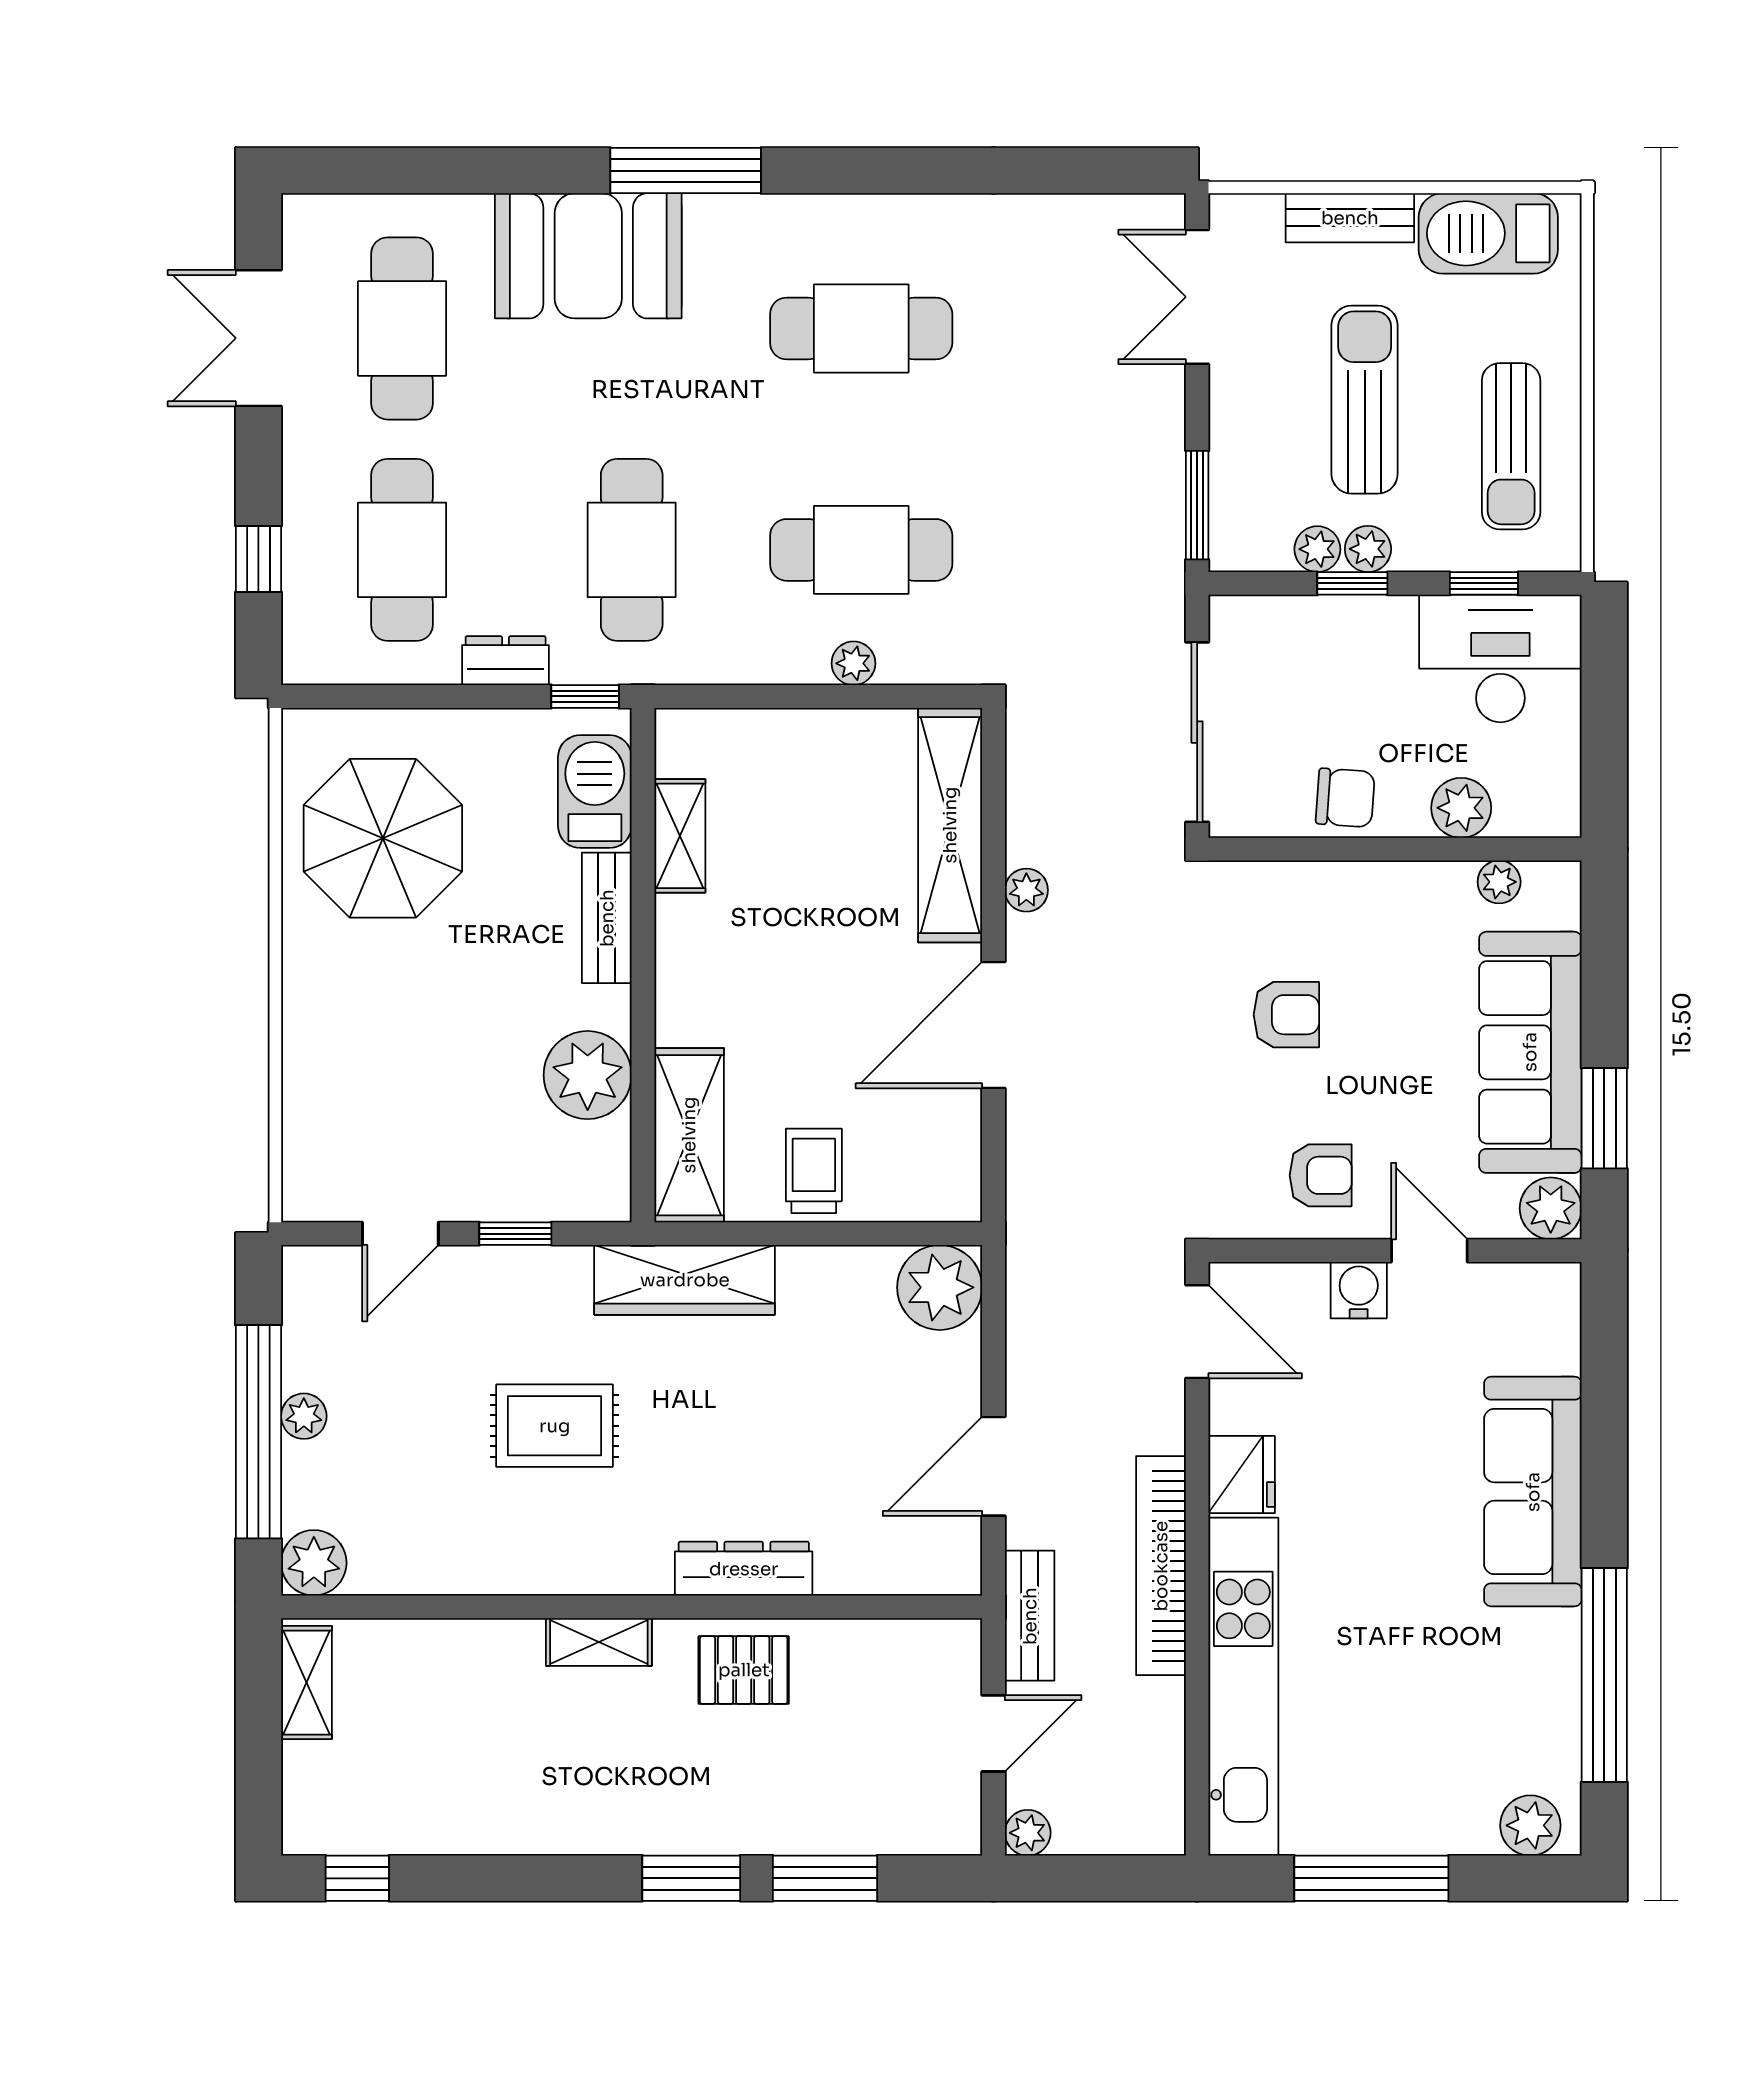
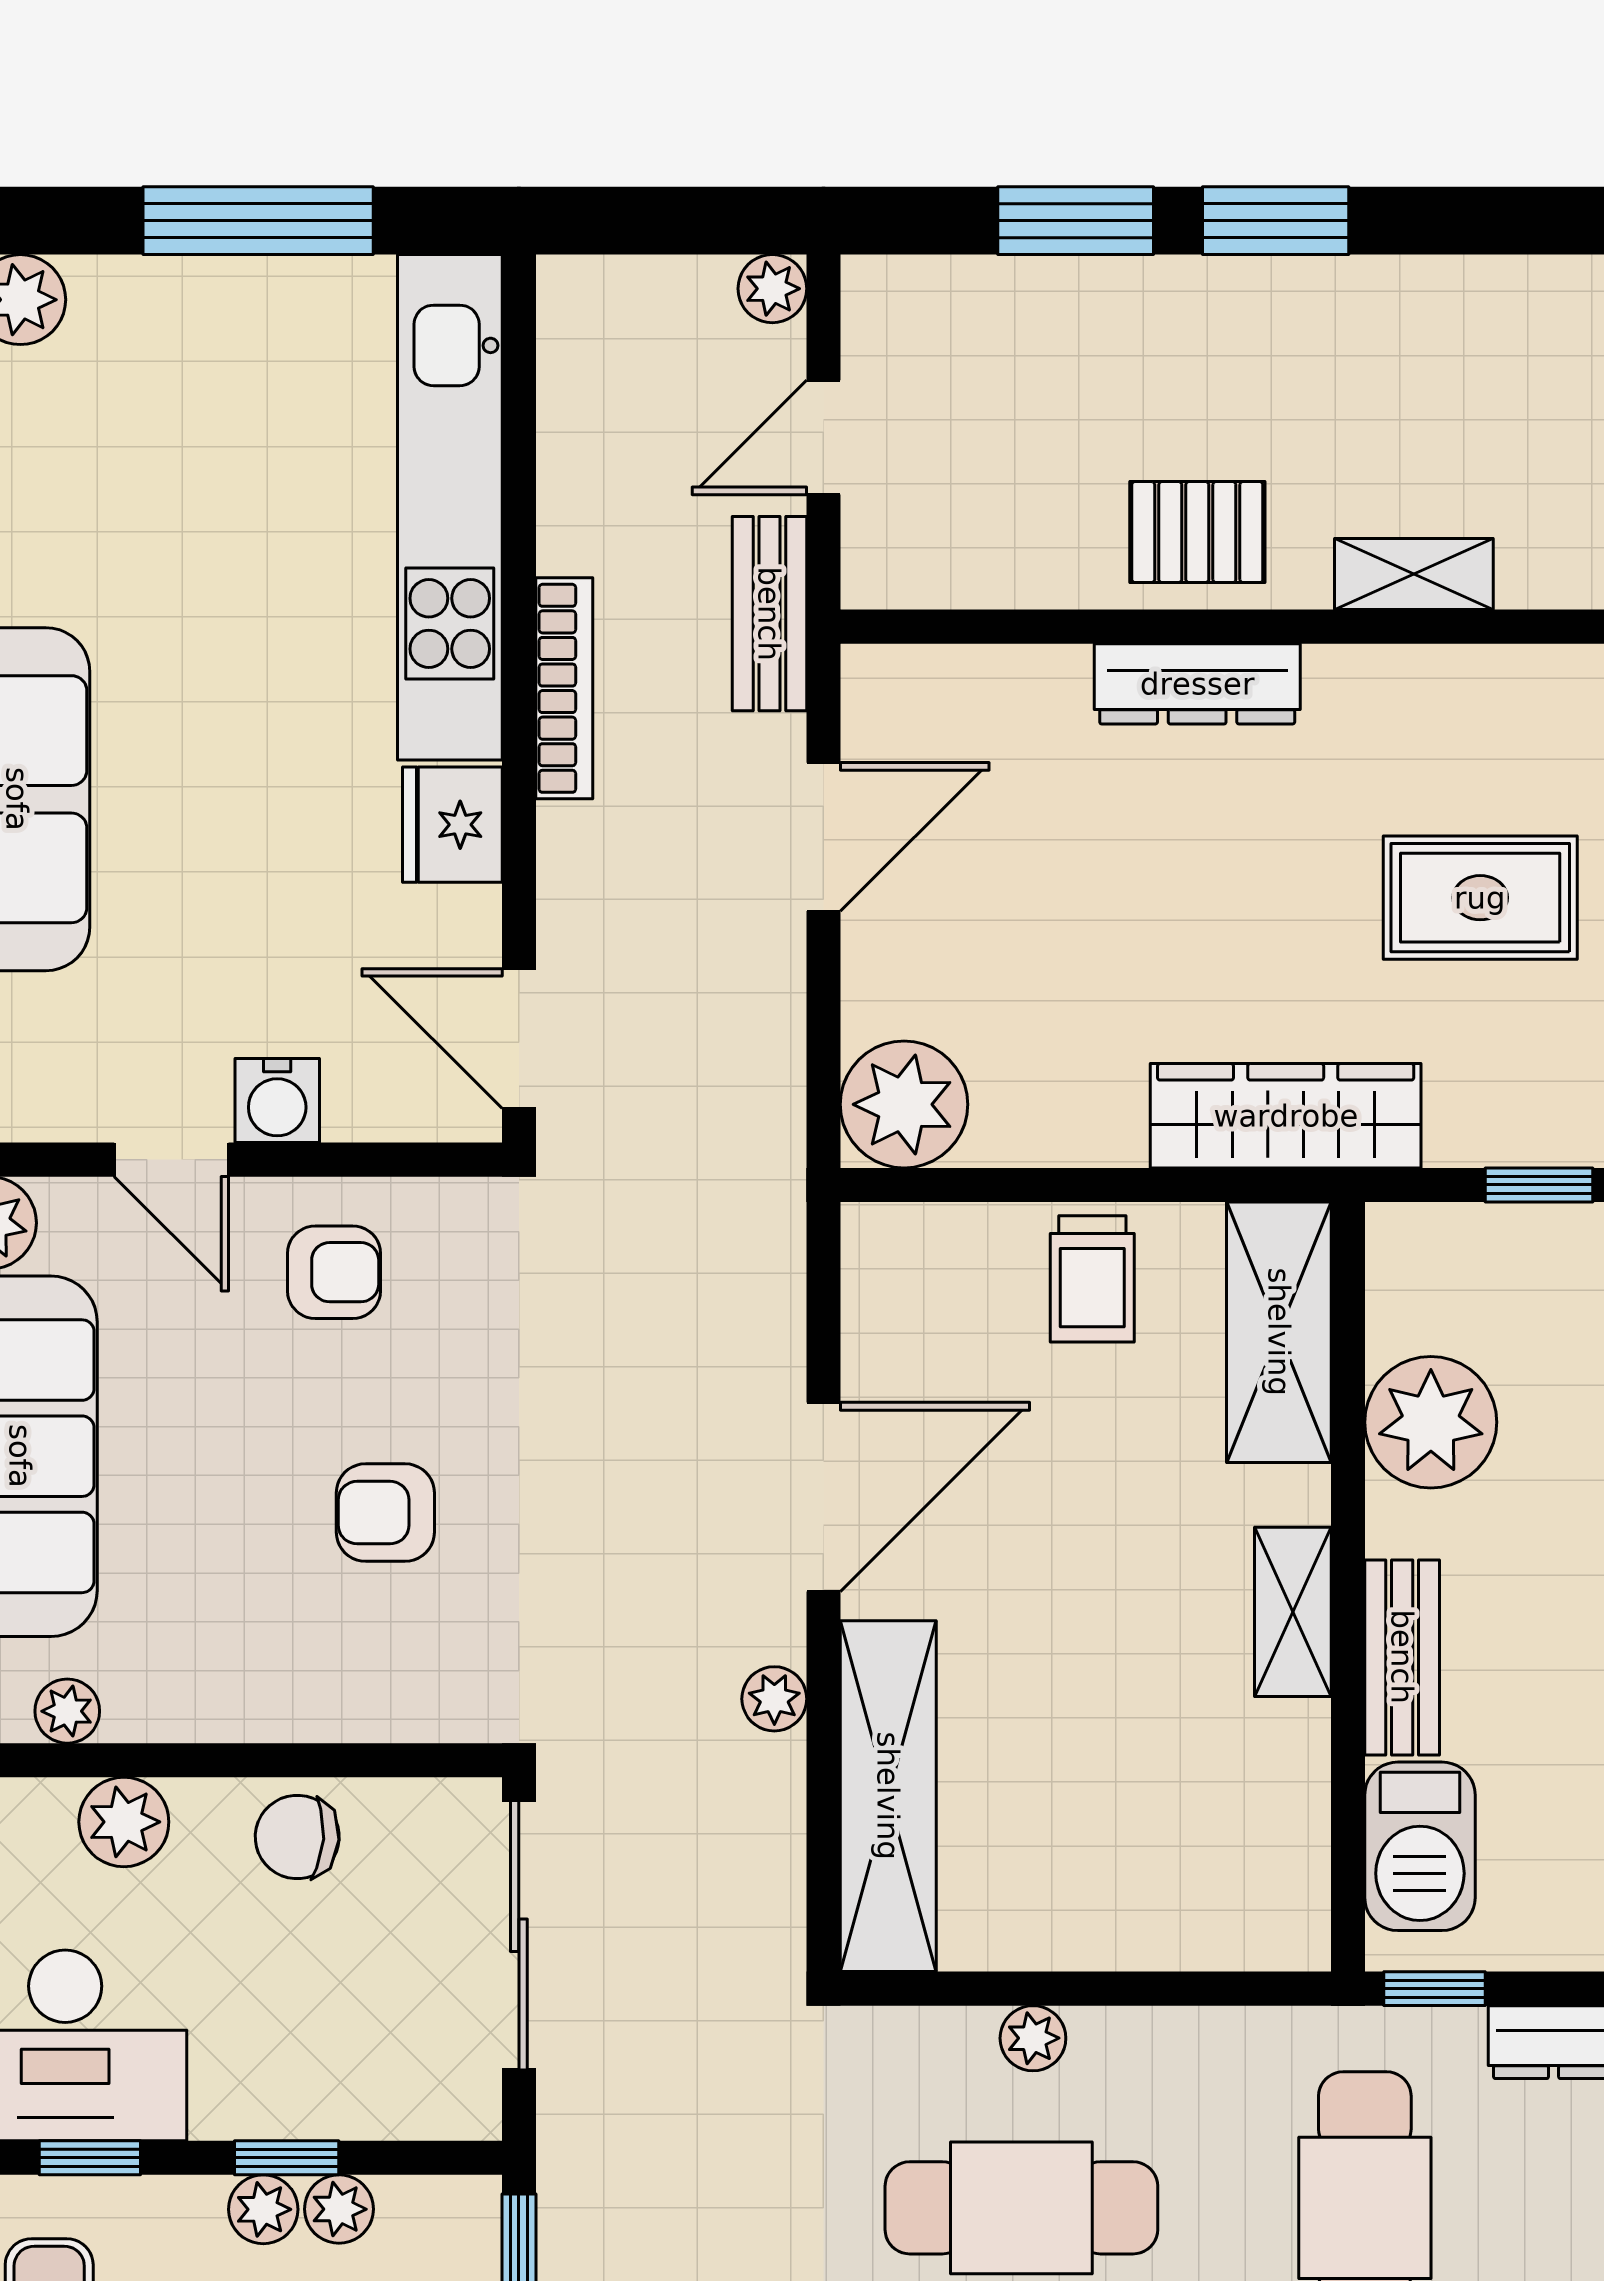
shelving: (680, 836) -> (1293, 1612), moved
armchair: (1321, 1175) -> (334, 1272), turned 180
bookcase: (1161, 1566) -> (564, 688), width x0.68, depth x0.76

